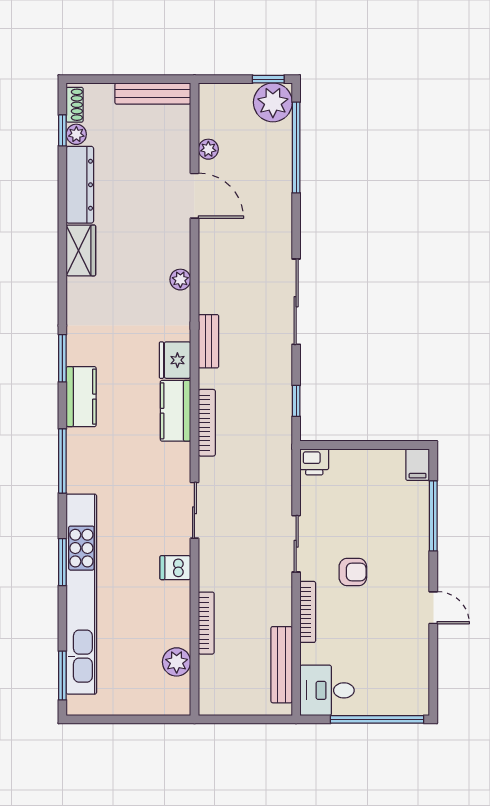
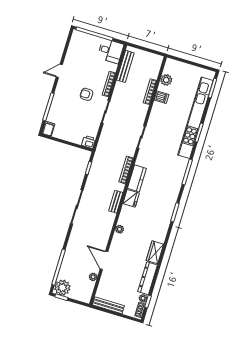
kitchen counter: (81, 397) -> (172, 195), removed
dishwasher: (175, 568) -> (161, 97), moved
door: (433, 608) -> (59, 71), hinge flipped

